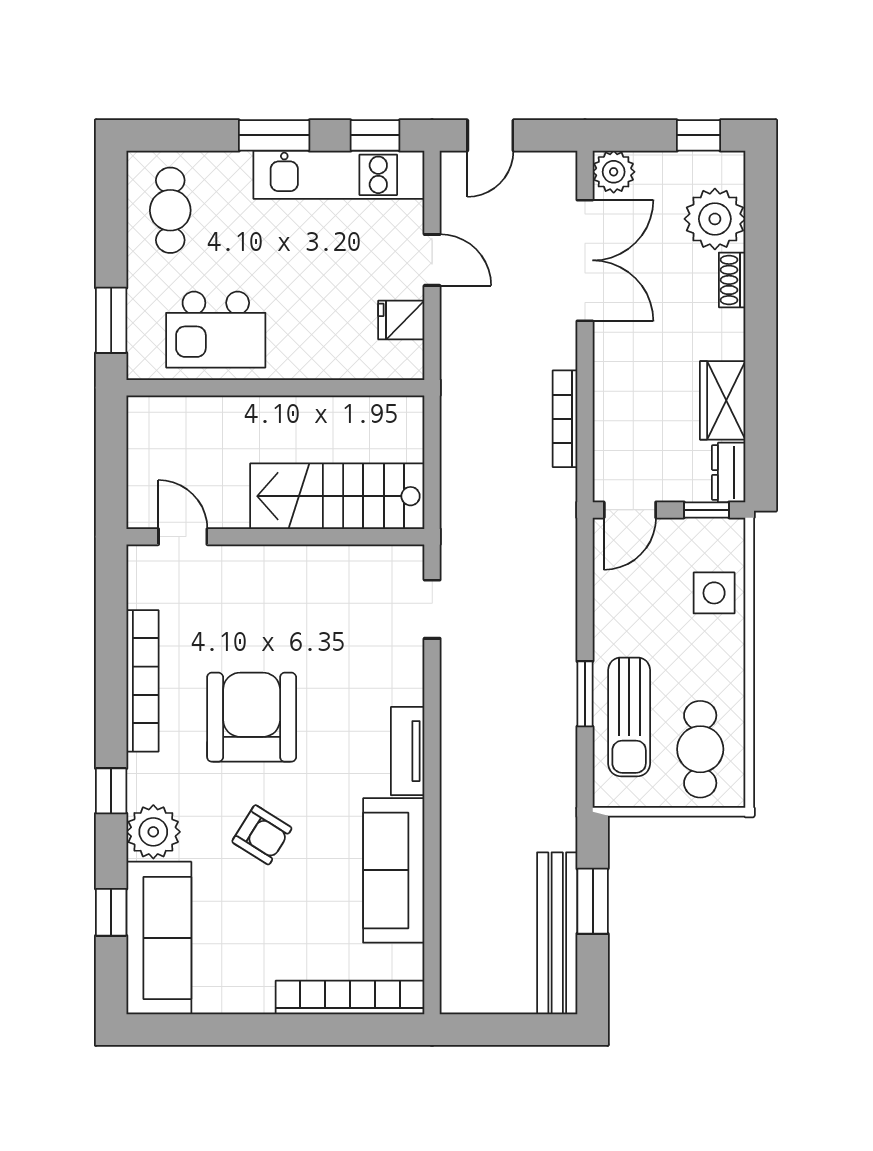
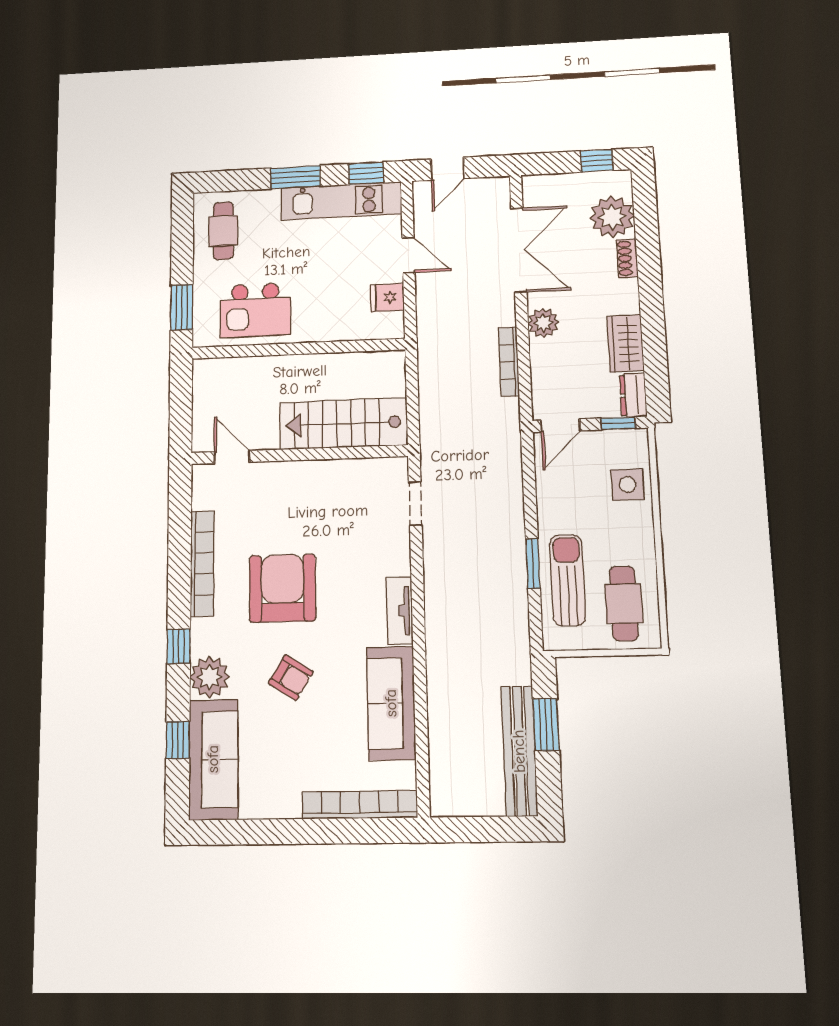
plant: (614, 172) -> (543, 323), moved
sun lounger: (629, 717) -> (568, 580), turned 180

